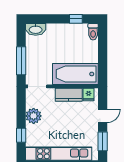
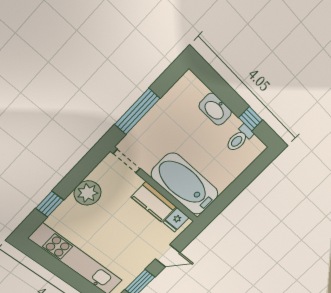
washbasin: (36, 29) -> (215, 109), moved
toilet: (93, 32) -> (239, 138), moved

